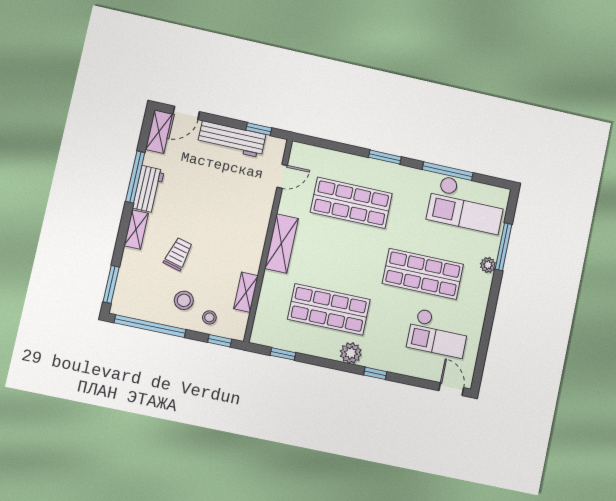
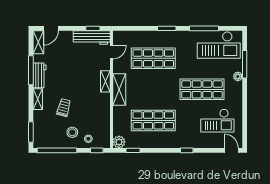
workbench: (232, 139) -> (92, 37), moved
shelving: (246, 292) -> (105, 81), moved
plant: (351, 353) -> (119, 142), moved

